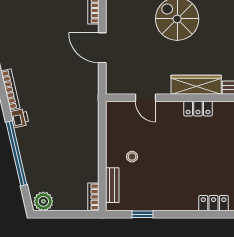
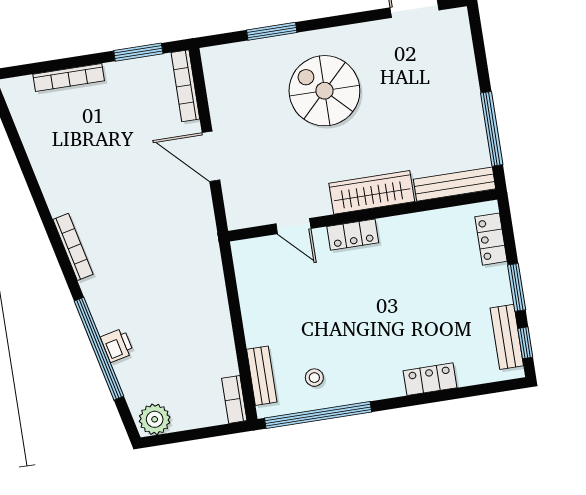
locker: (198, 109) -> (353, 235), moved
printer: (20, 118) -> (117, 345), moved
stool: (132, 157) -> (314, 378), moved
window: (143, 214) -> (318, 415), width x3.17

